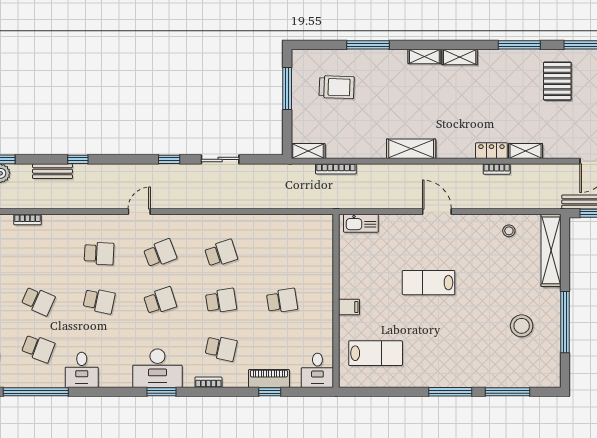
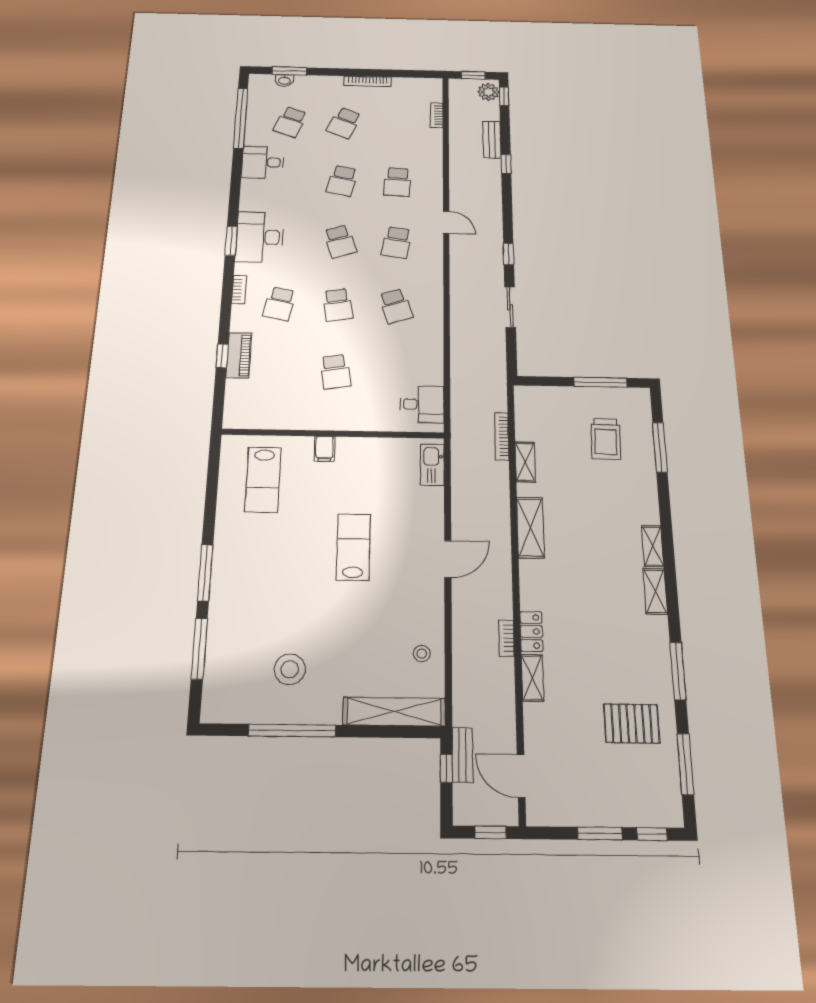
window: (368, 45) -> (660, 447), moved
shelving: (308, 151) -> (525, 462), moved
school desk: (160, 253) -> (397, 242), turned 30
desk: (317, 370) -> (422, 404), moved, turned 180

